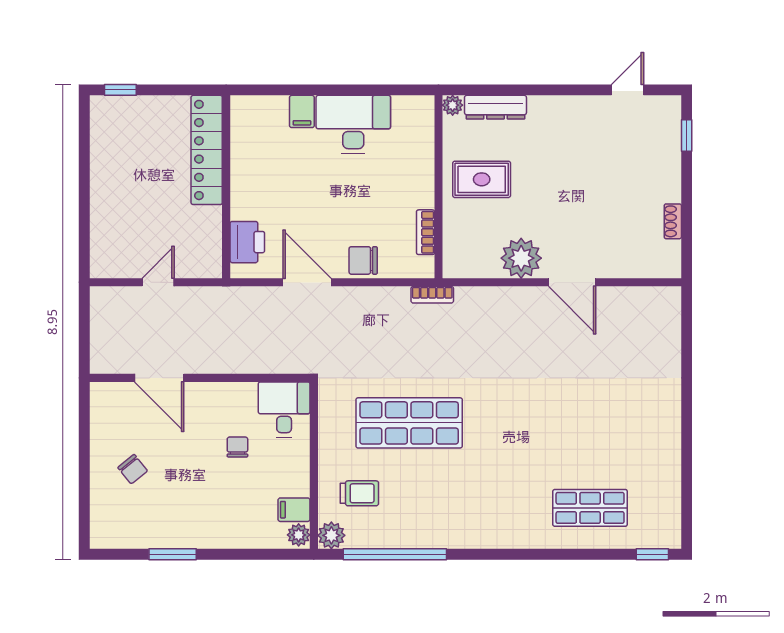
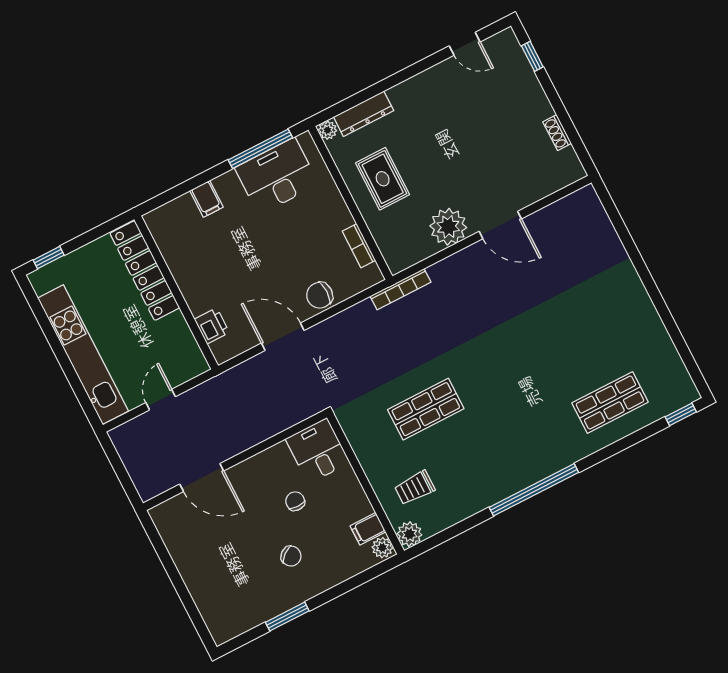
window: (379, 90) -> (260, 149), added
door: (628, 90) -> (465, 44), swing flipped
desk: (353, 124) -> (277, 176), moved
rug: (482, 179) -> (383, 179), turned 90
kitchen unit: (105, 200) -> (83, 355), added
printer: (247, 242) -> (212, 326), width x0.73, depth x0.81
bookcase: (432, 295) -> (400, 289), width x1.56
shop shelf: (409, 423) -> (426, 409), width x0.70, depth x0.74
chair: (133, 469) -> (291, 556), moved
trolley: (359, 493) -> (415, 488), turned 180
window: (395, 554) -> (534, 490), moved

